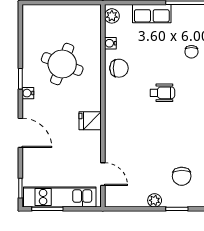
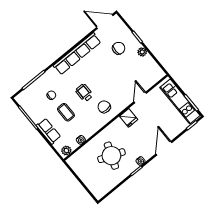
coffee table: (157, 52) -> (66, 112), added
chair: (119, 68) -> (104, 107), moved
door: (103, 174) -> (140, 98), moved

